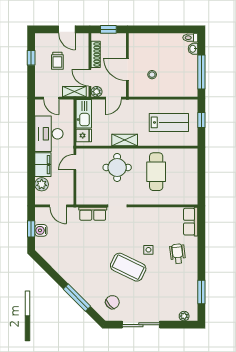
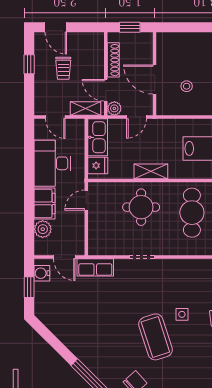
door: (67, 29) -> (56, 27), moved
row of seats: (93, 214) -> (95, 267), moved
water cooler: (41, 230) -> (42, 273), moved
coffee table: (128, 267) -> (155, 337), turned 46

